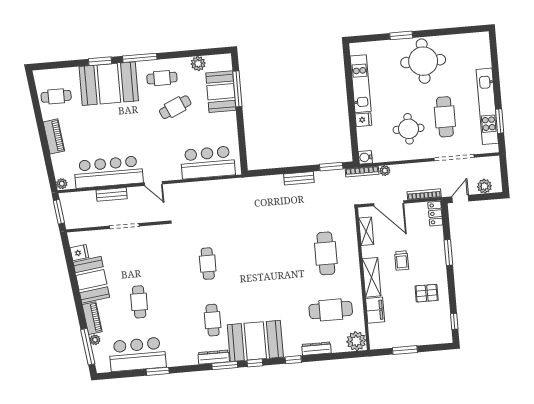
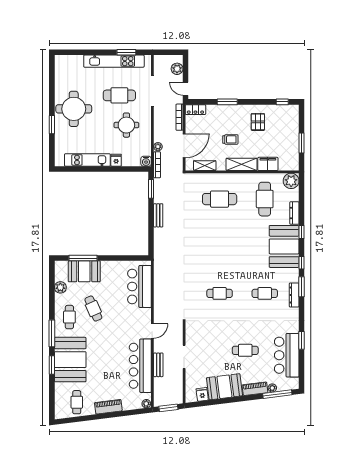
booth: (255, 341) -> (284, 246), moved

